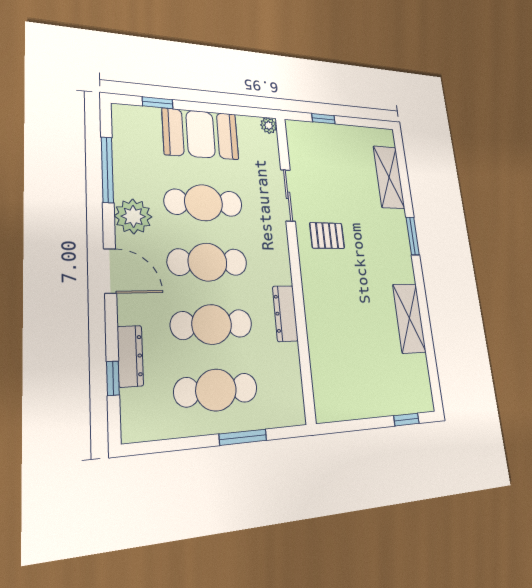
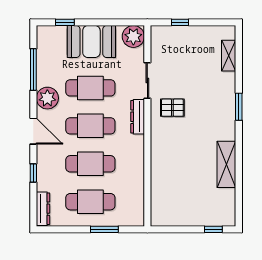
plant: (269, 125) -> (133, 36), width x1.88, depth x1.88
shelving: (389, 177) -> (229, 56), width x0.67, depth x0.75
dresser: (285, 313) -> (138, 117), moved
dresser: (130, 356) -> (43, 209), moved
window: (113, 378) -> (33, 173), moved

